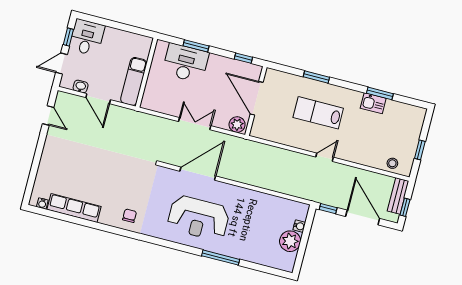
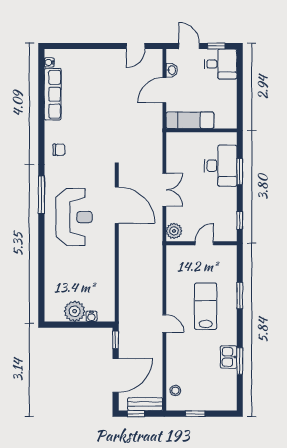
door: (257, 98) -> (204, 243), width x0.53
reception desk: (199, 218) -> (74, 217), turned 180
window: (221, 258) -> (41, 195), moved

